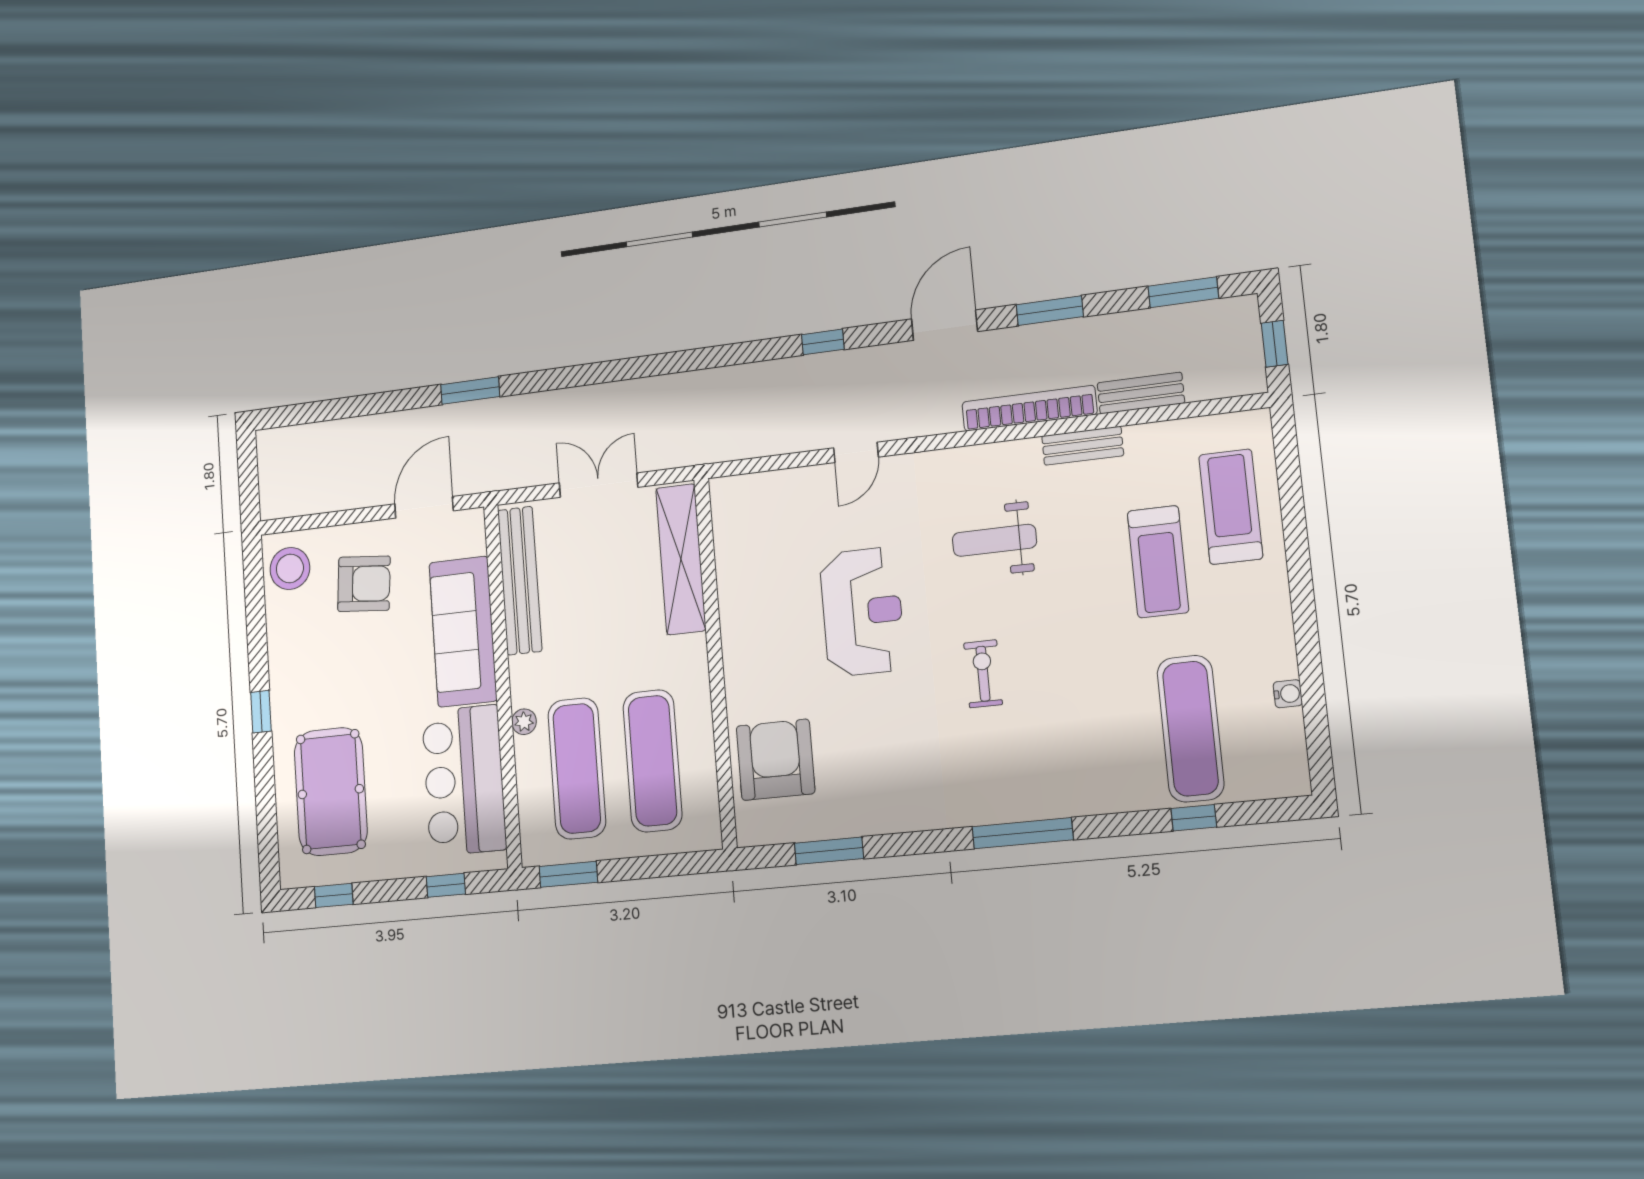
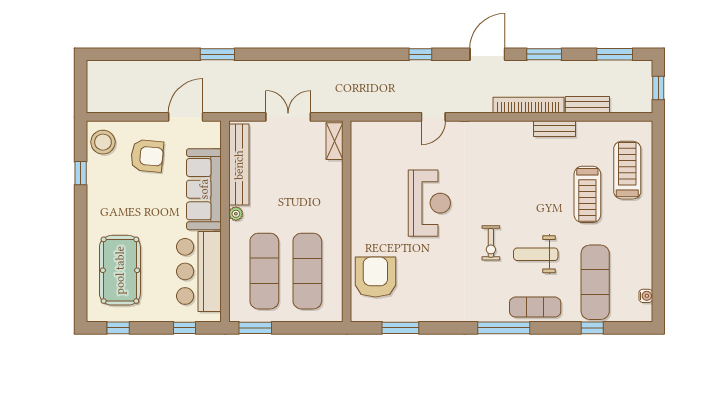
weight bench: (994, 540) -> (536, 254), moved
shelving: (681, 559) -> (334, 141), width x0.45, depth x0.75
exercise bike: (983, 674) -> (491, 243), turned 180
water cooler: (1288, 694) -> (646, 296), moved
window: (261, 712) -> (81, 173), moved
plant: (524, 722) -> (236, 214), moved
exercise mat: (1079, 788) -> (535, 307), added

